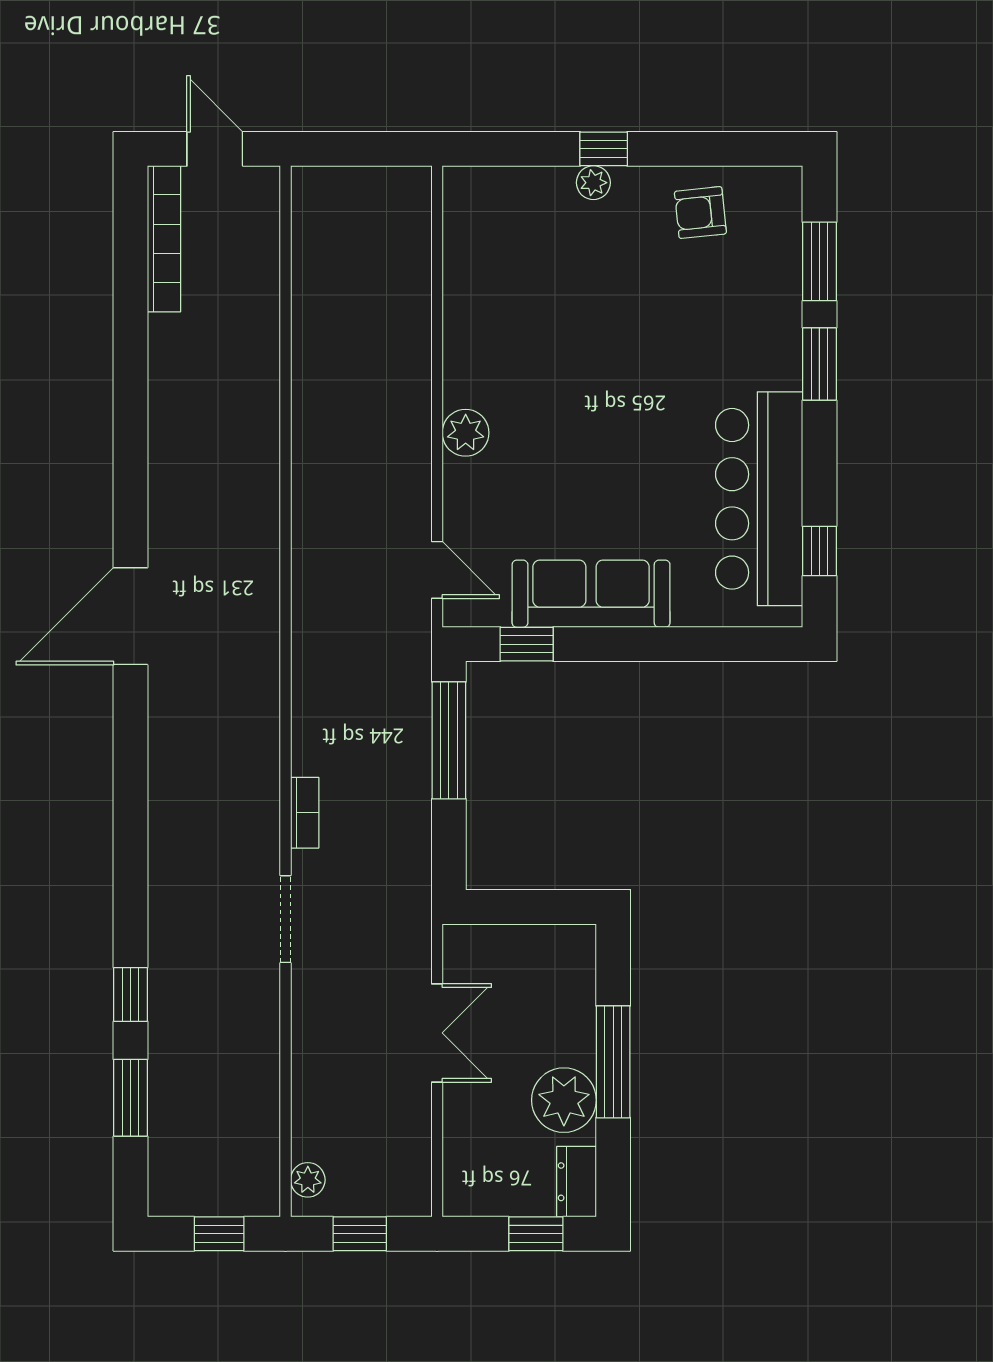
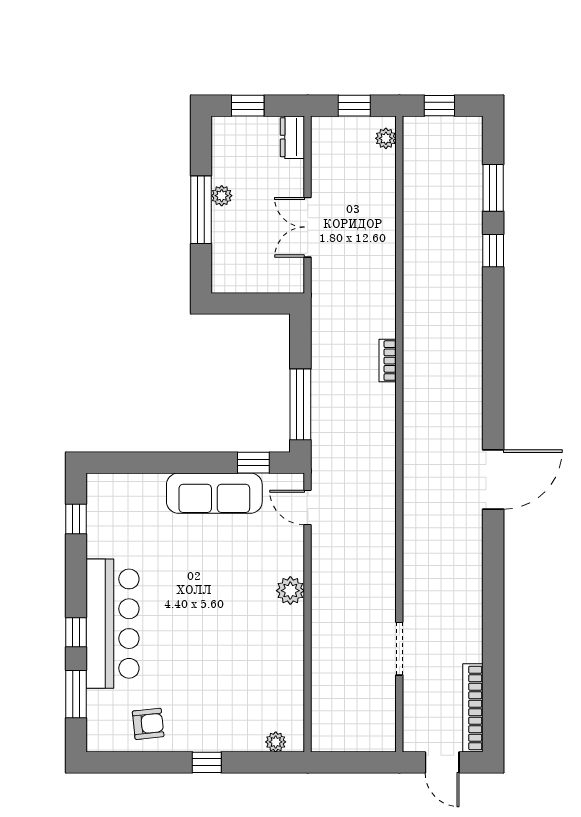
plant: (593, 183) -> (276, 742), moved
window: (819, 364) -> (76, 632), width x0.67
bar counter: (759, 499) -> (113, 624), moved
doorway: (285, 919) -> (399, 649), moved
plant: (564, 1100) -> (222, 196), width x0.53, depth x0.53
dresser: (576, 1182) -> (292, 137), moved, turned 180

